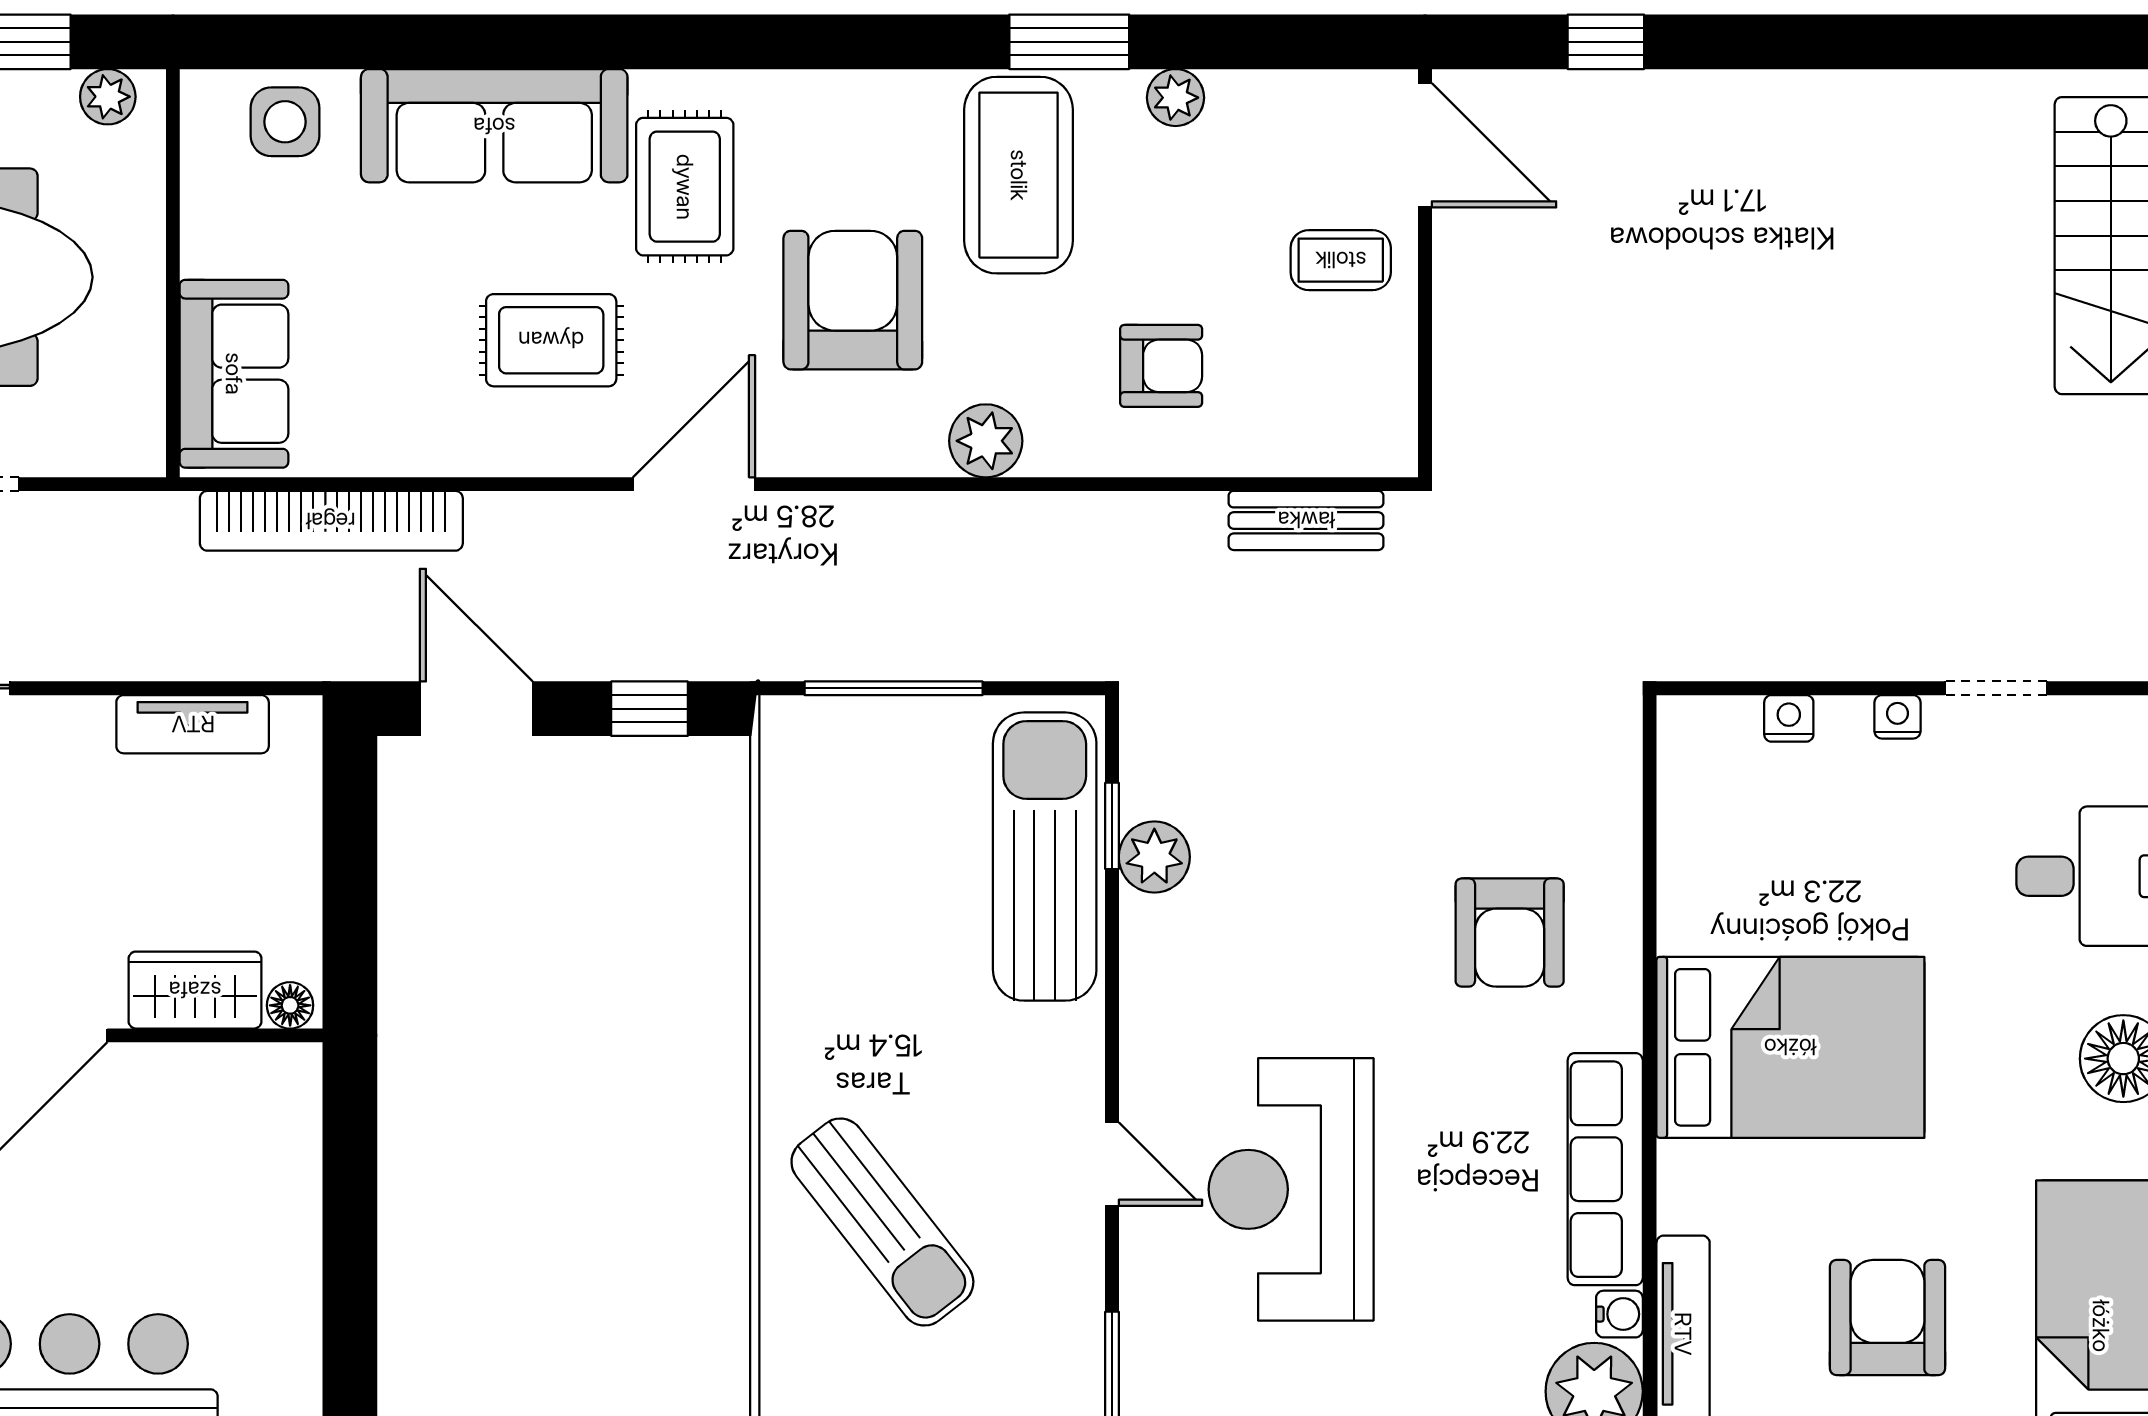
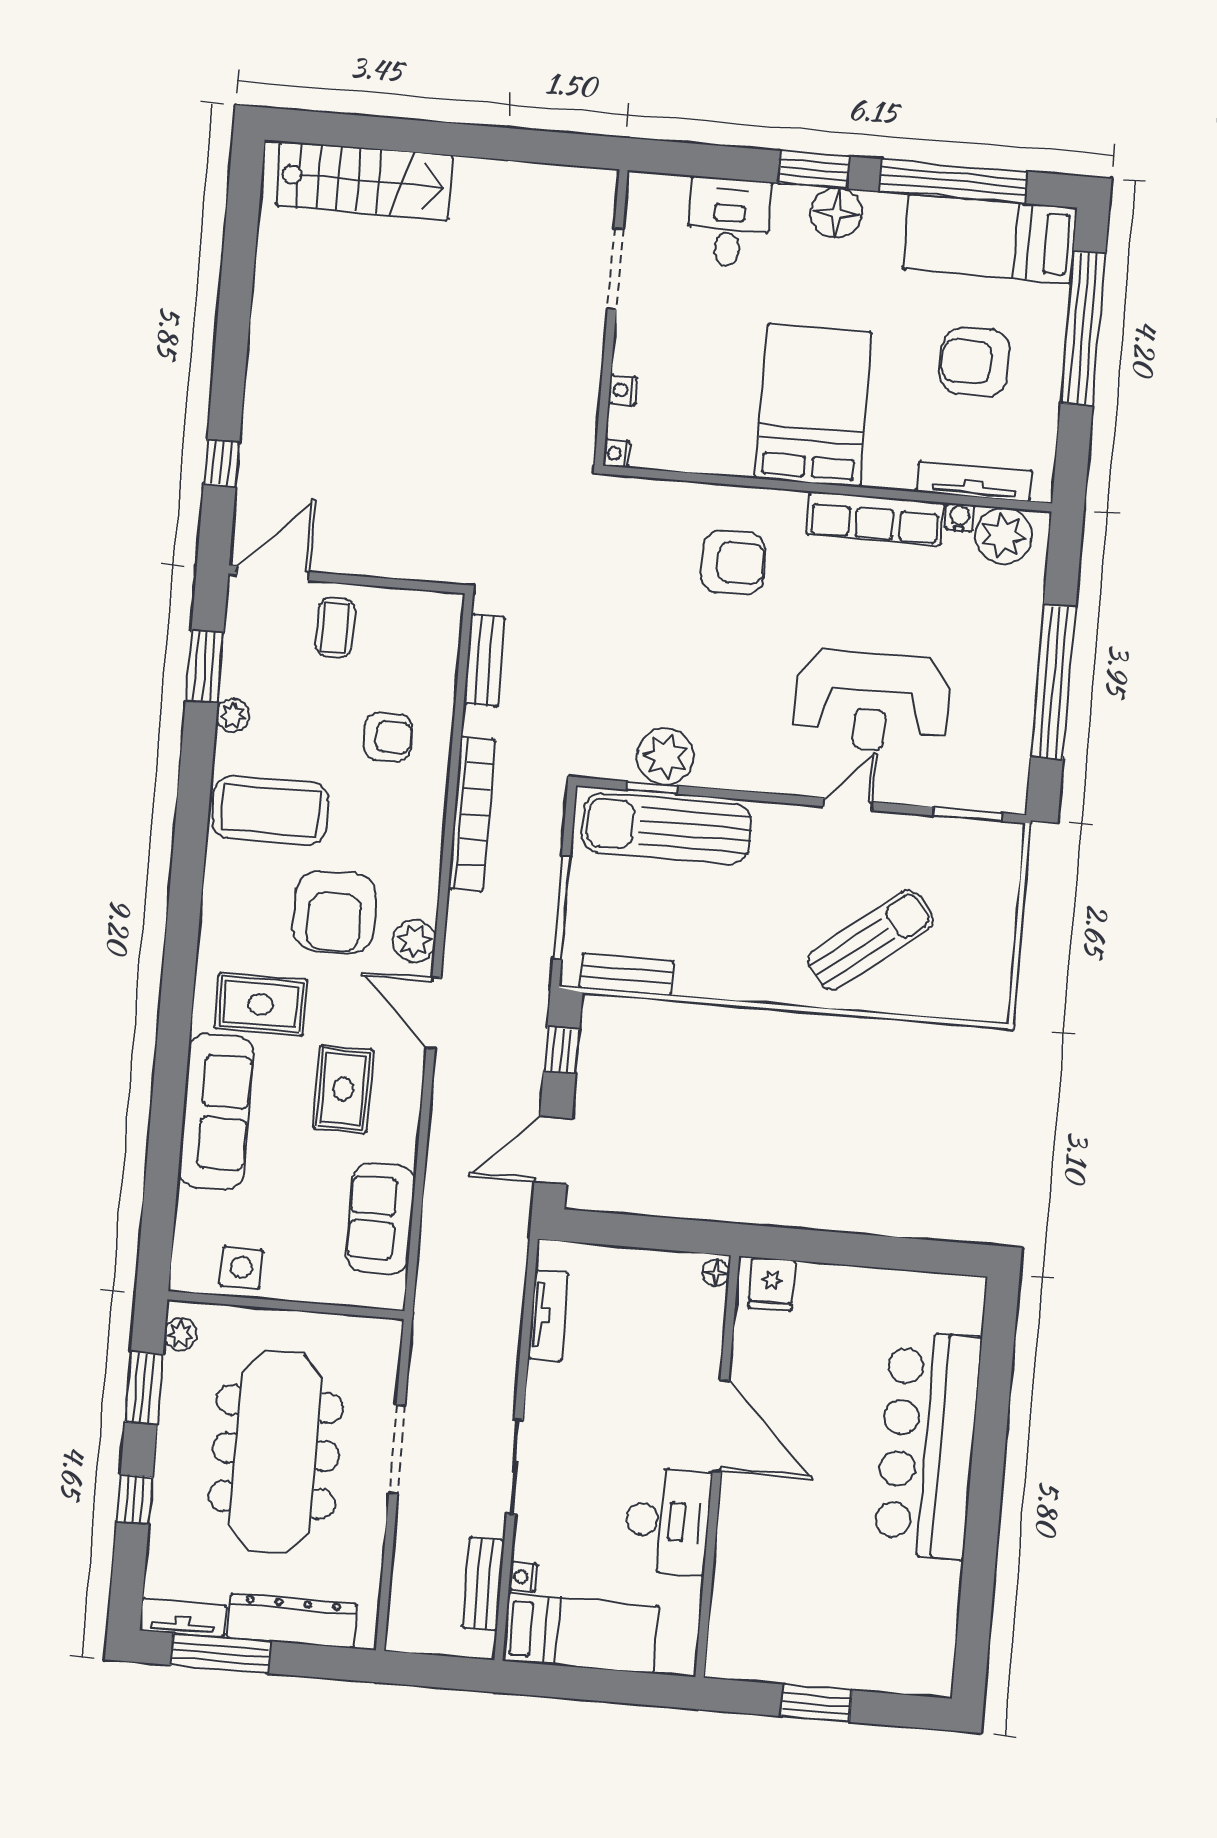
window: (1069, 42) -> (204, 667), moved
side table: (285, 122) -> (241, 1267), moved
armchair: (853, 300) -> (335, 912), turned -90
armchair: (1161, 366) -> (388, 737), turned 90
sofa: (234, 374) -> (381, 1218), moved, turned -90
plant: (986, 441) -> (414, 941), moved
bookcase: (331, 521) -> (472, 814), moved
doorway: (1996, 688) -> (615, 269), width x1.38
nightstand: (1898, 717) -> (616, 453), moved
bench: (788, 809) -> (627, 975), added
plant: (1154, 857) -> (665, 757), width x1.36, depth x1.36
wardrobe: (195, 990) -> (703, 1327), removed
fridge: (279, 1102) -> (772, 1284), added

